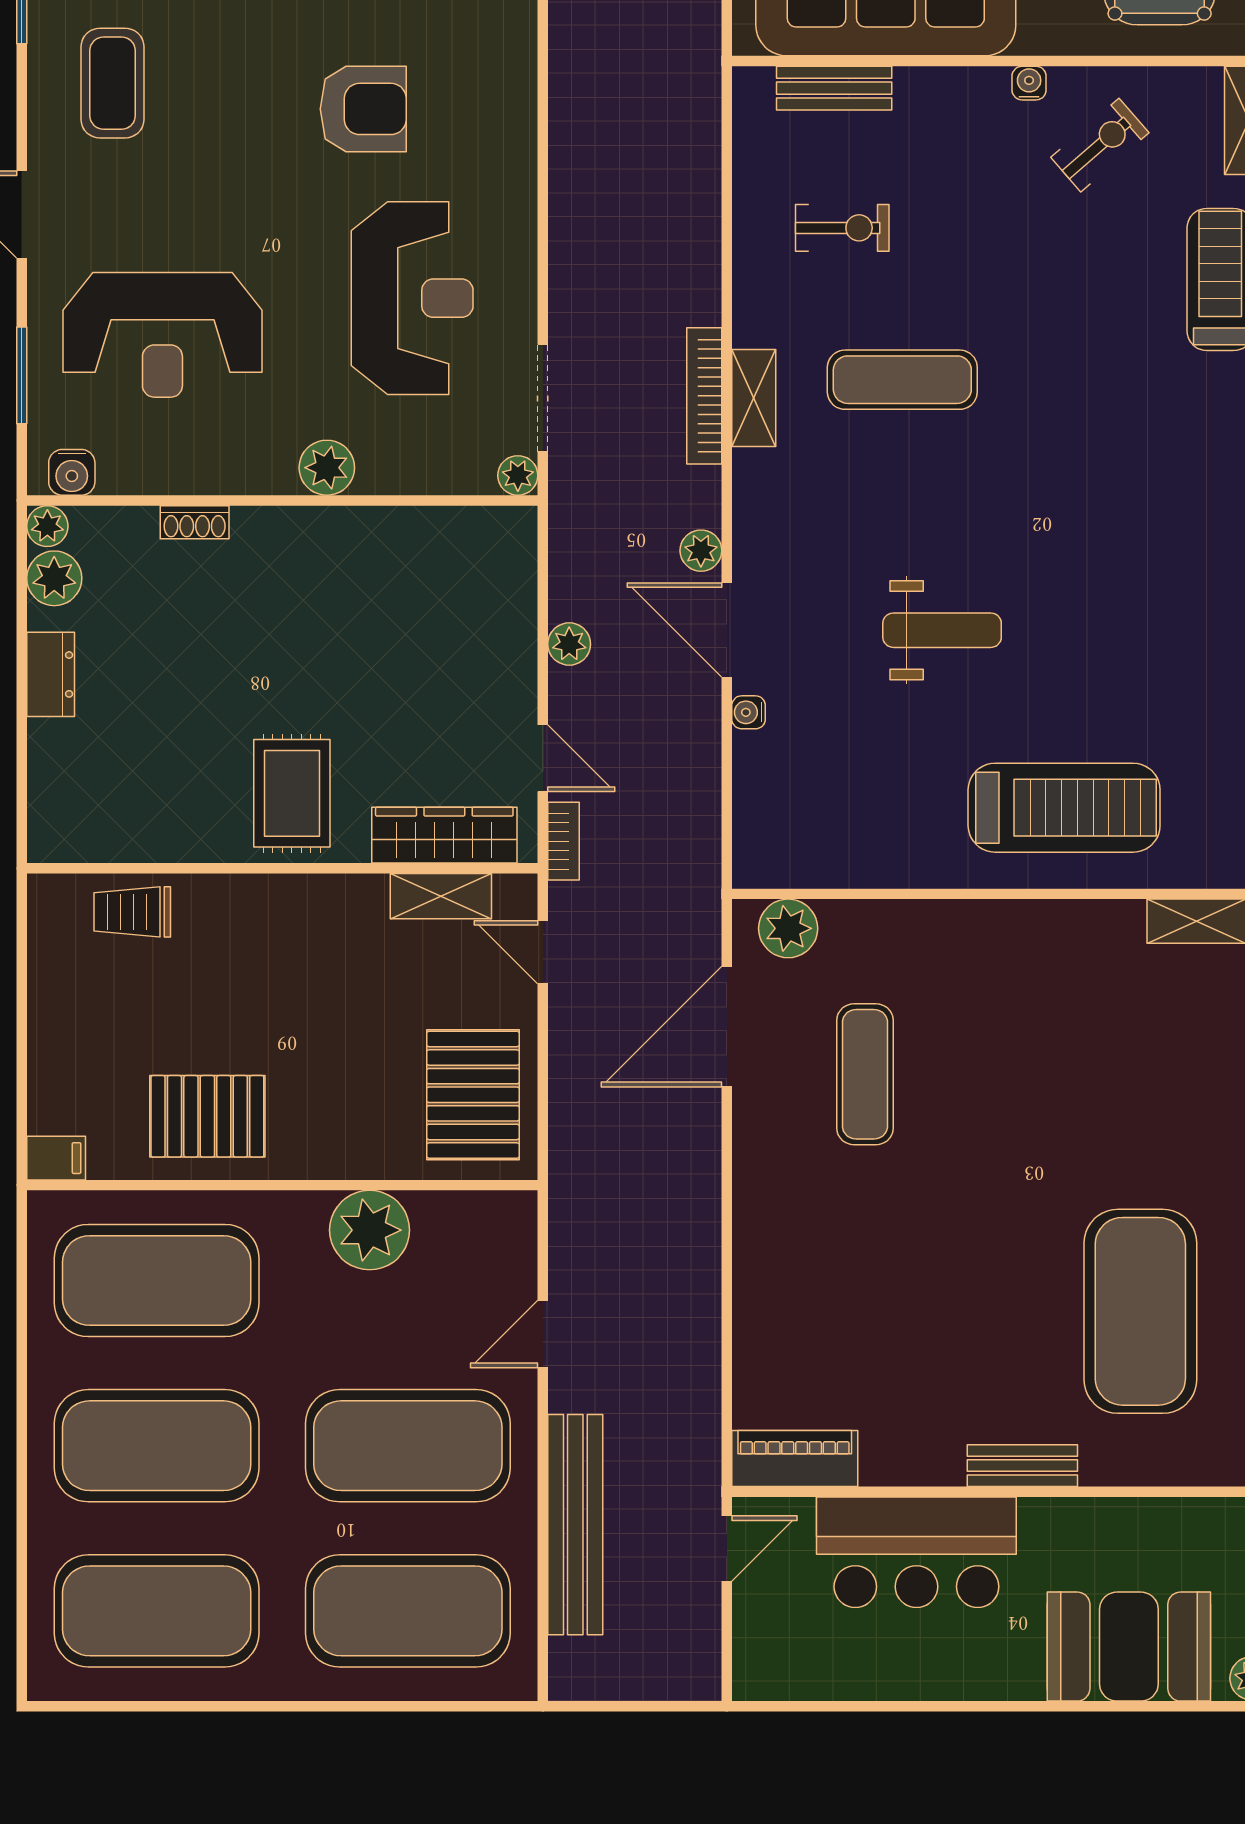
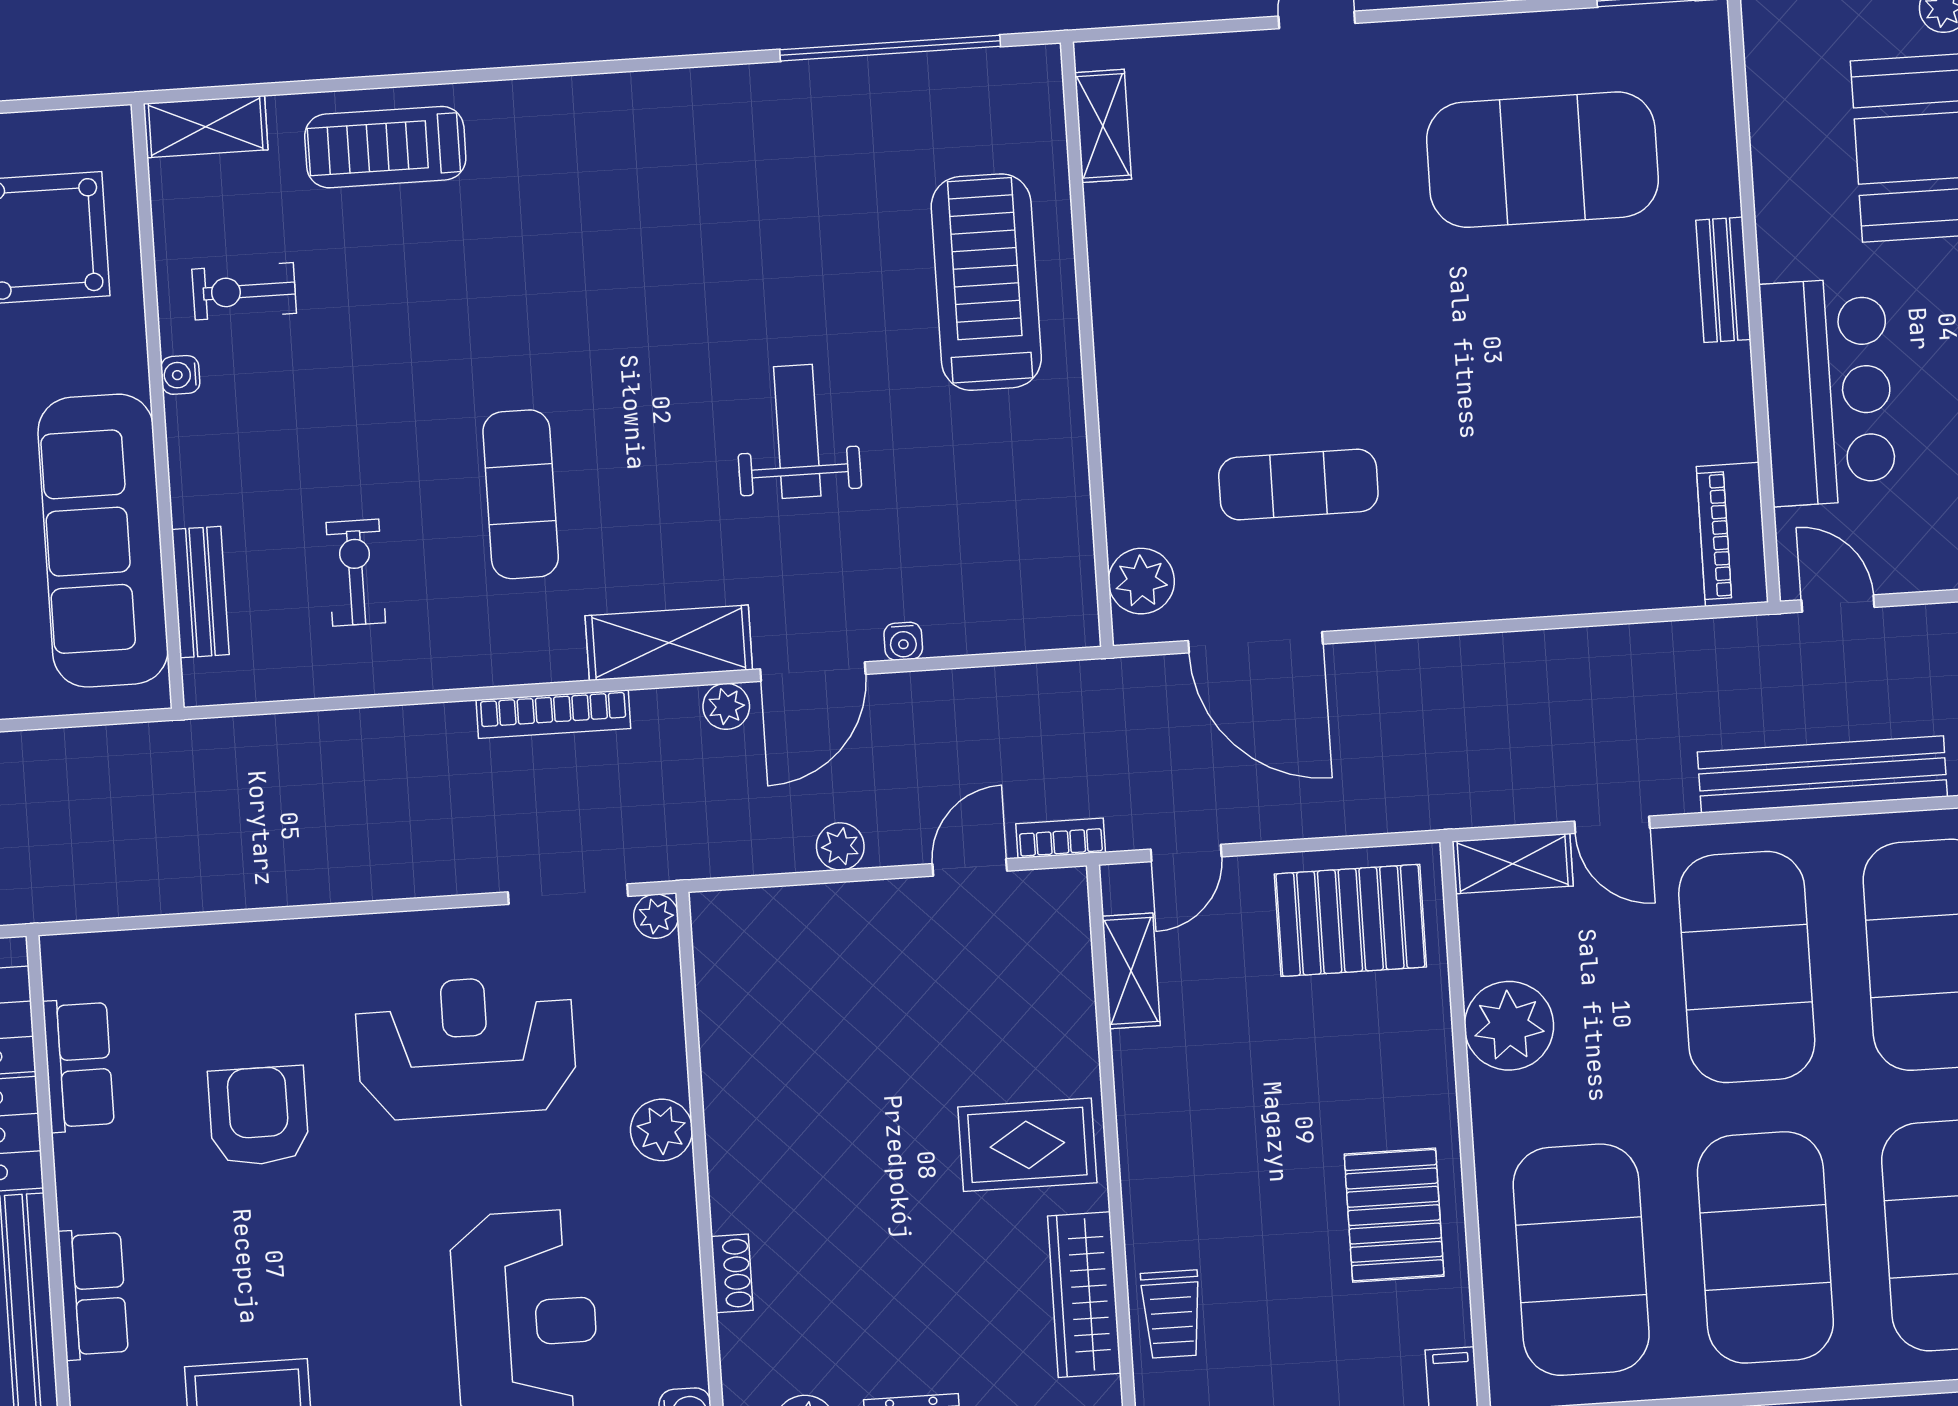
exercise bike: (1100, 145) -> (244, 291), turned -49
shelving: (754, 398) -> (669, 643), moved, width x1.50, depth x1.33
wardrobe: (444, 835) -> (1084, 1295), moved
shelving: (514, 1243) -> (1513, 864), added

